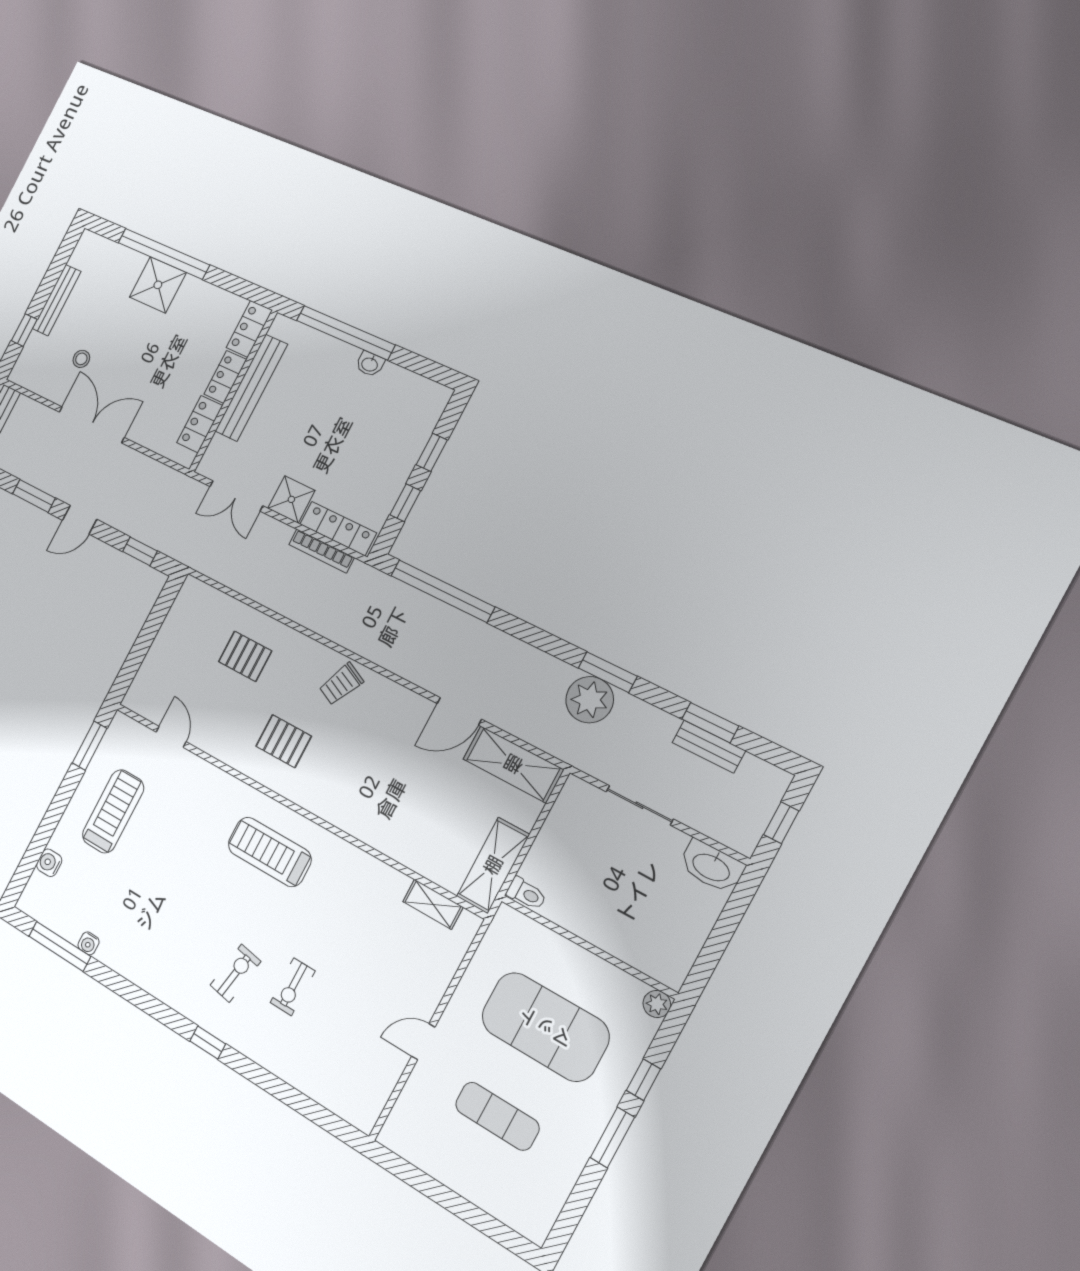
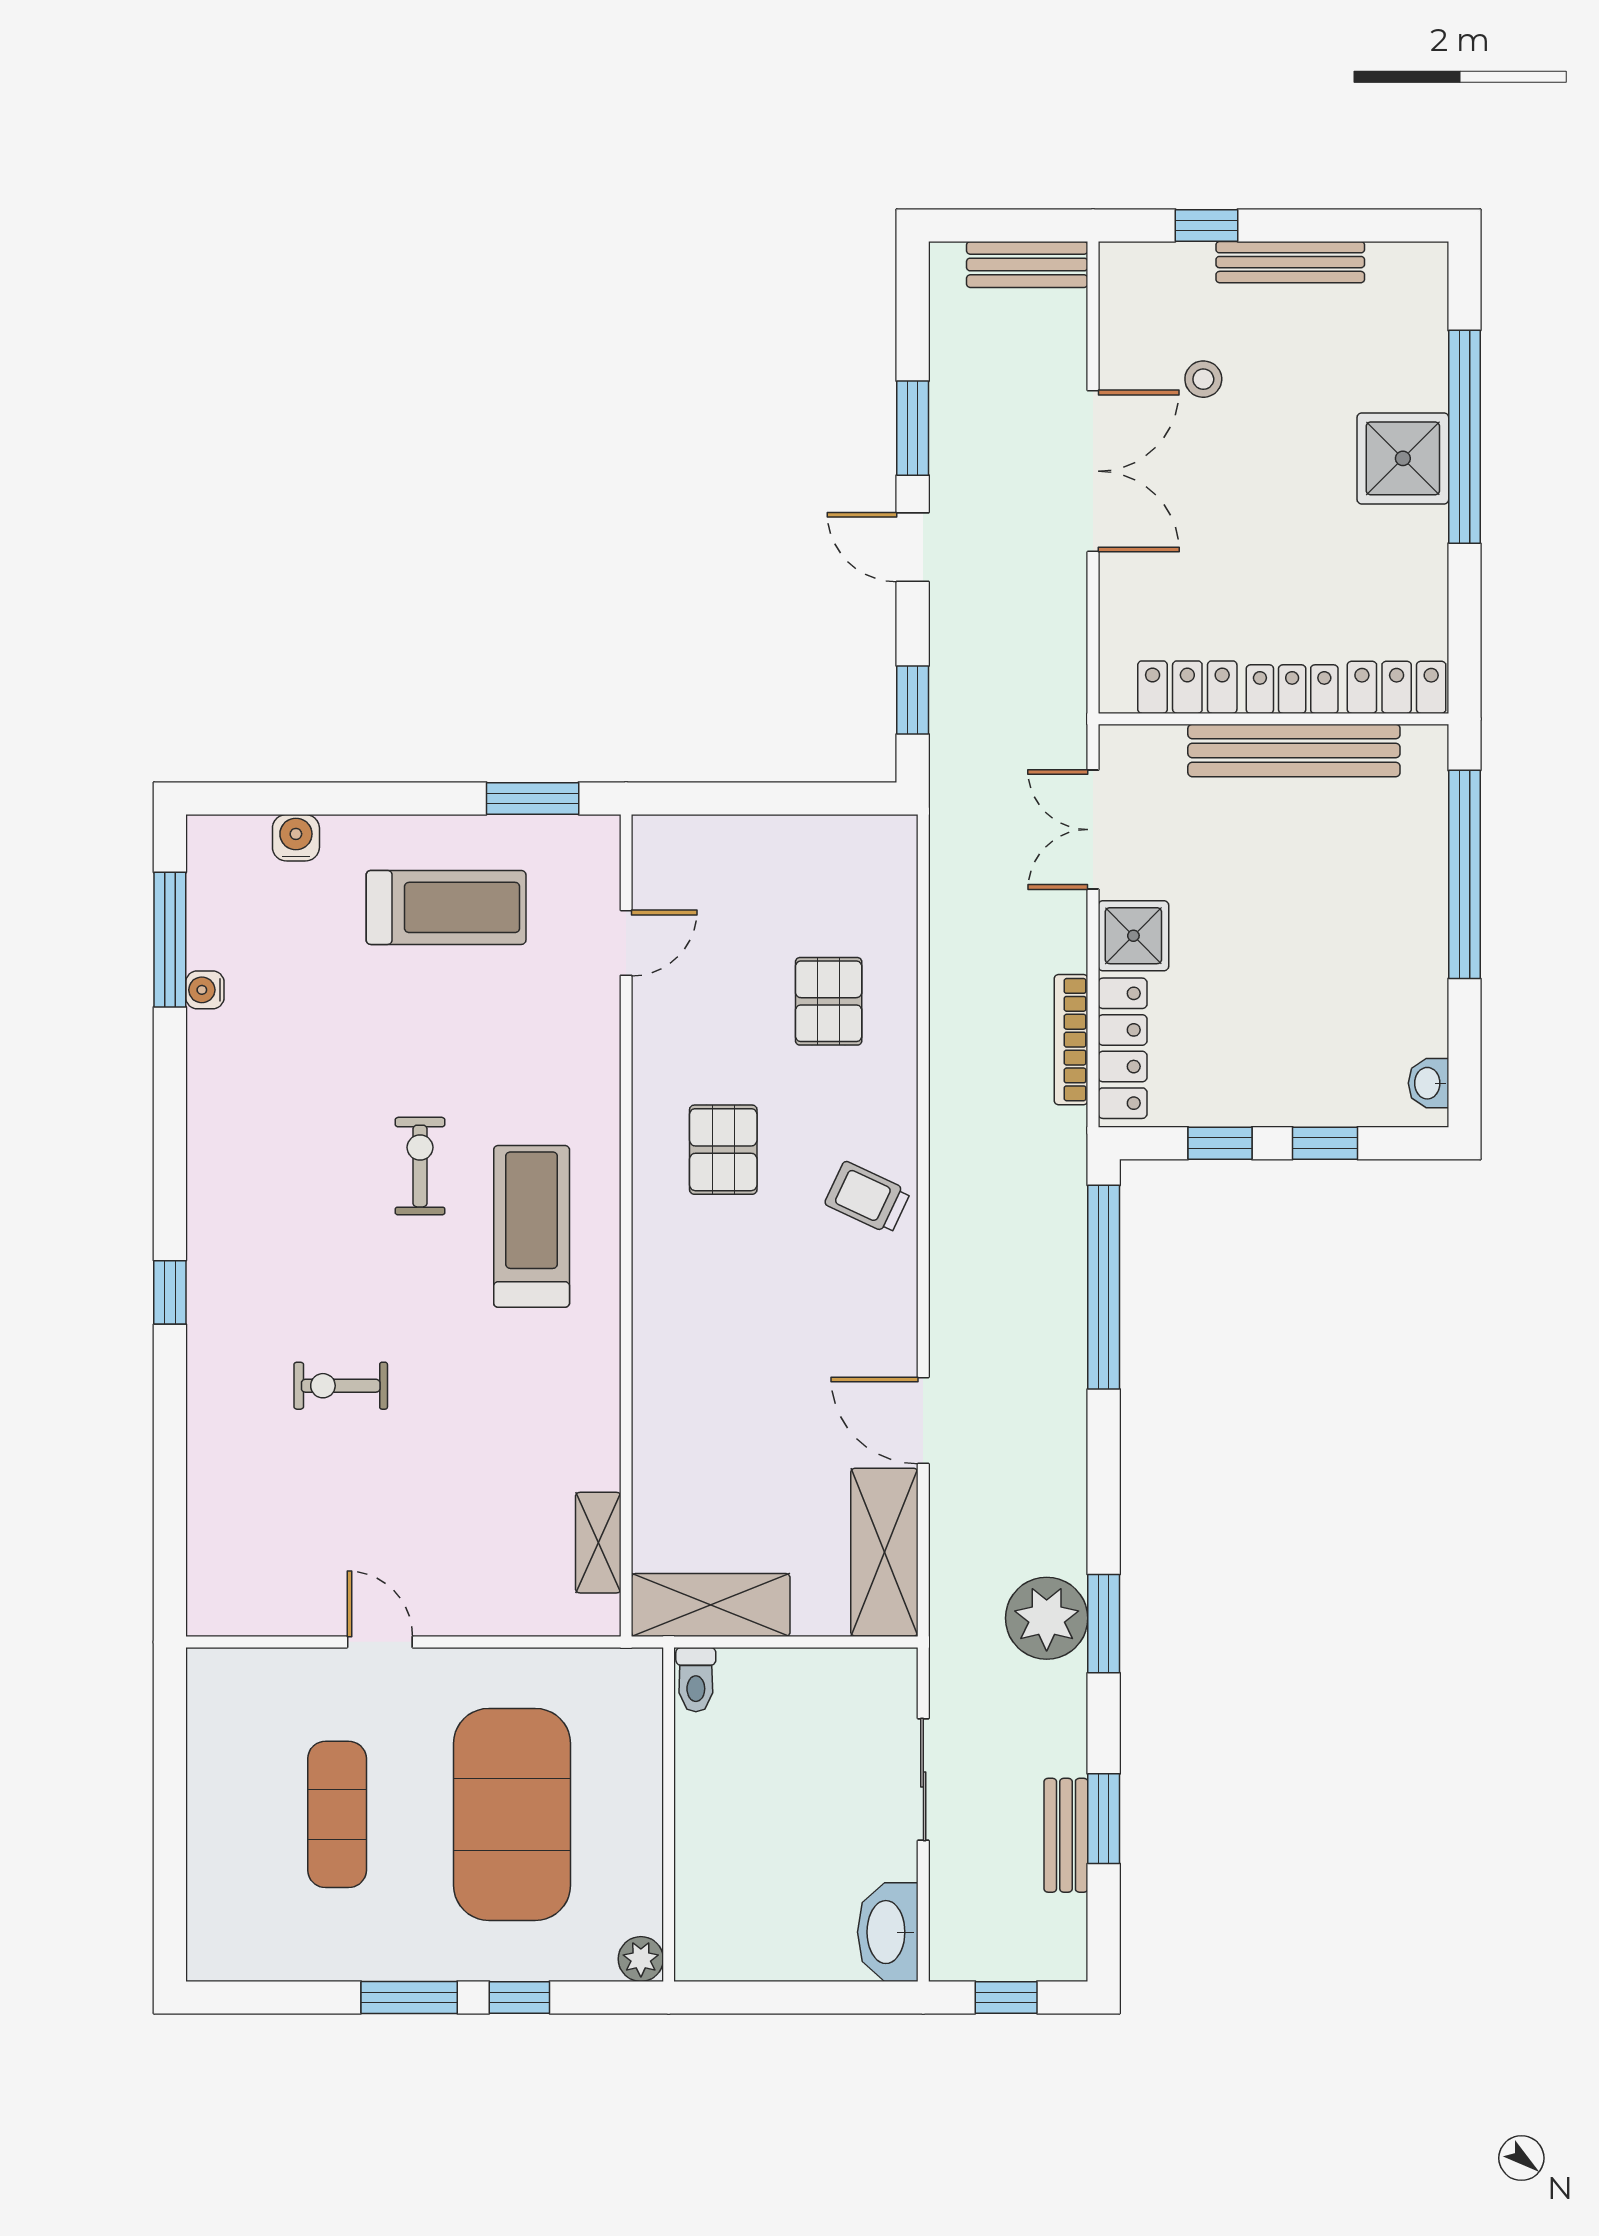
washbasin: (370, 364) -> (1428, 1083), moved
exercise bike: (235, 973) -> (420, 1166), moved, turned -100

